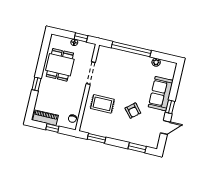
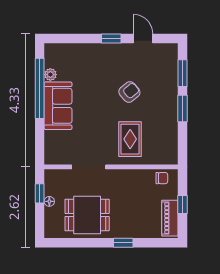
window: (131, 49) -> (40, 88), moved
sofa: (161, 94) -> (58, 106), moved, turned -90
window: (97, 138) -> (182, 109), moved

